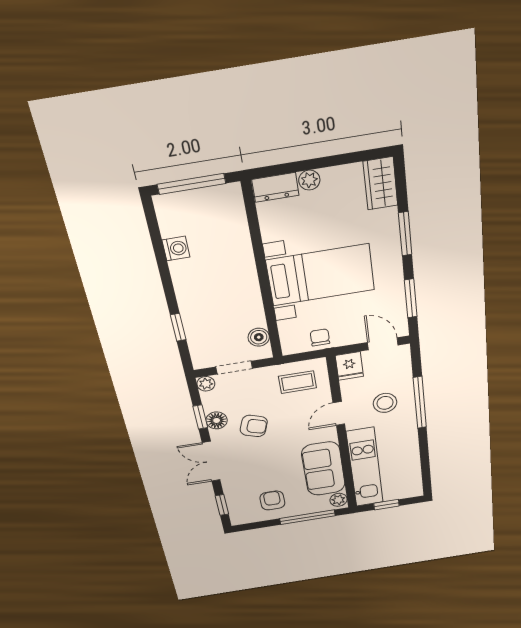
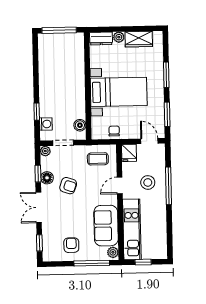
wardrobe: (380, 183) -> (139, 39), moved, turned -90
washing machine: (176, 248) -> (46, 124), moved

